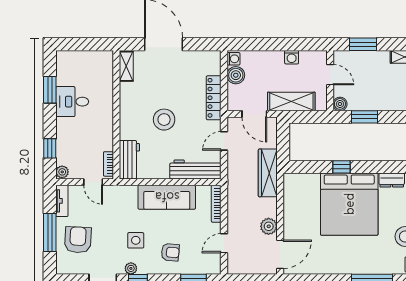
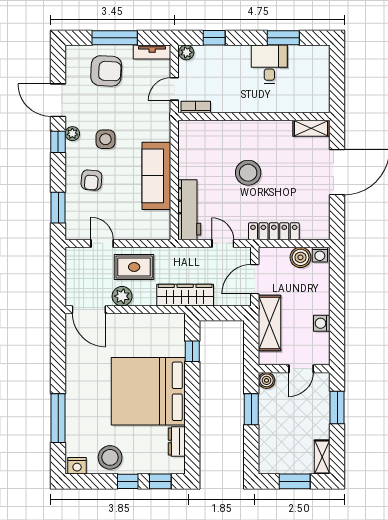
workbench: (129, 160) -> (201, 132), removed
window: (341, 167) -> (192, 351), moved
bookcase: (216, 204) -> (149, 234), removed
rug: (244, 216) -> (134, 267), added

